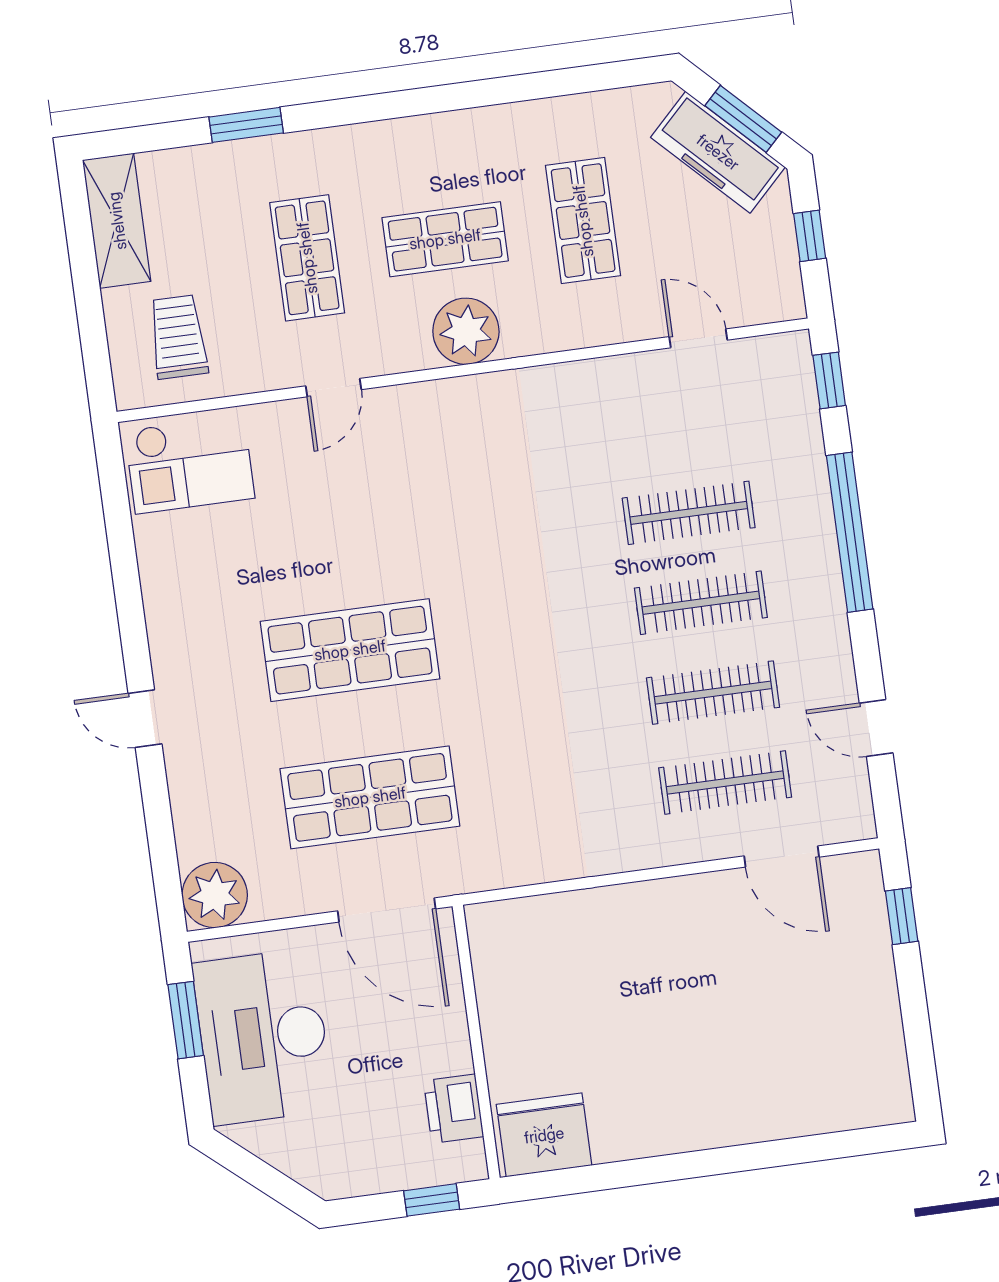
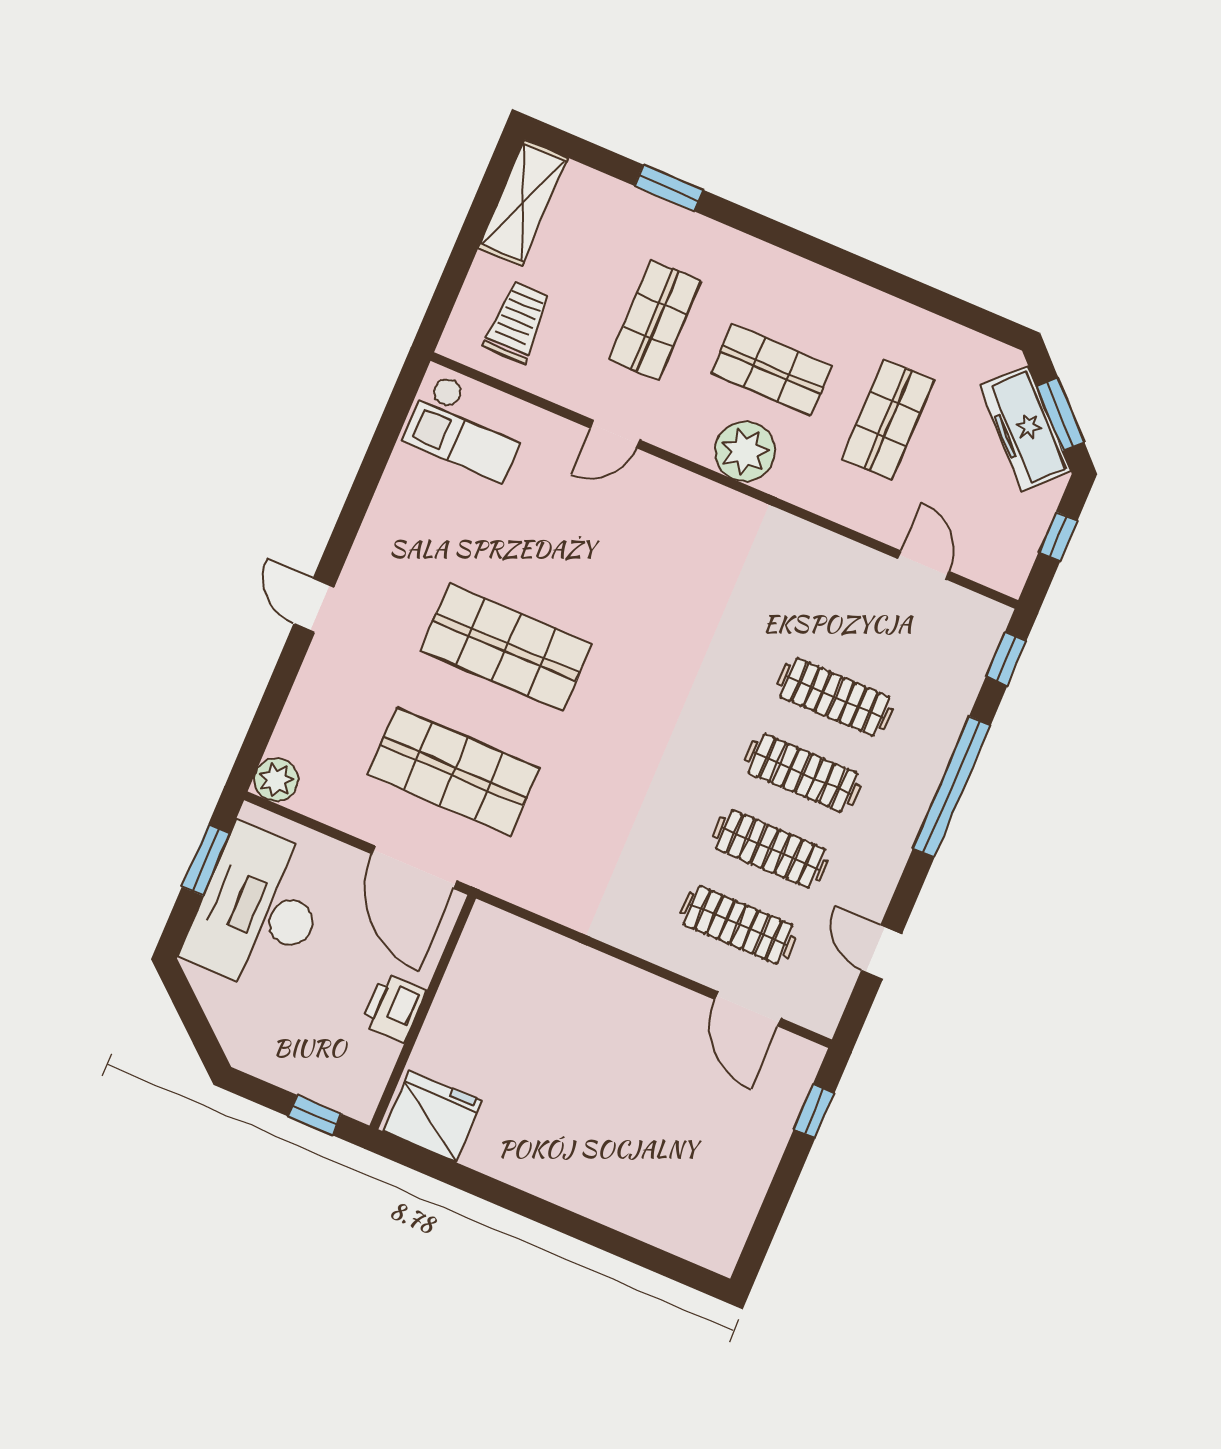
plant: (215, 895) -> (276, 780), width x0.73, depth x0.73
printer: (454, 1109) -> (394, 1008), moved

